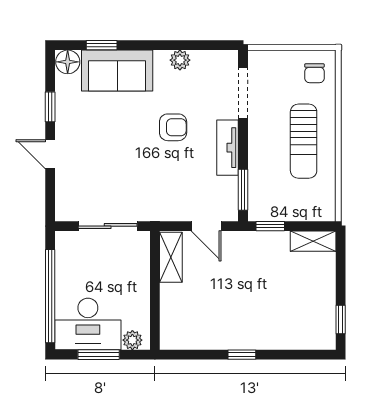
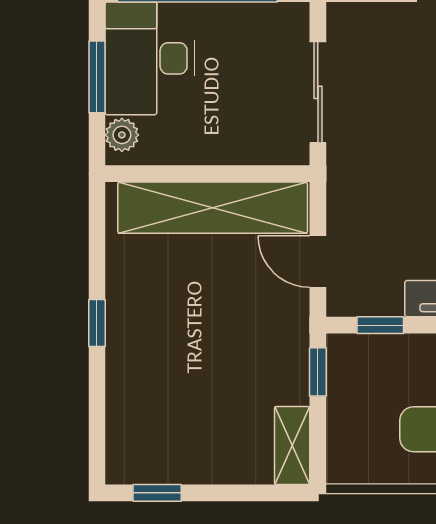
window: (243, 190) -> (380, 325), width x0.67
door: (206, 226) -> (318, 262), hinge flipped
shelving: (171, 257) -> (213, 208), width x2.20, depth x1.33

